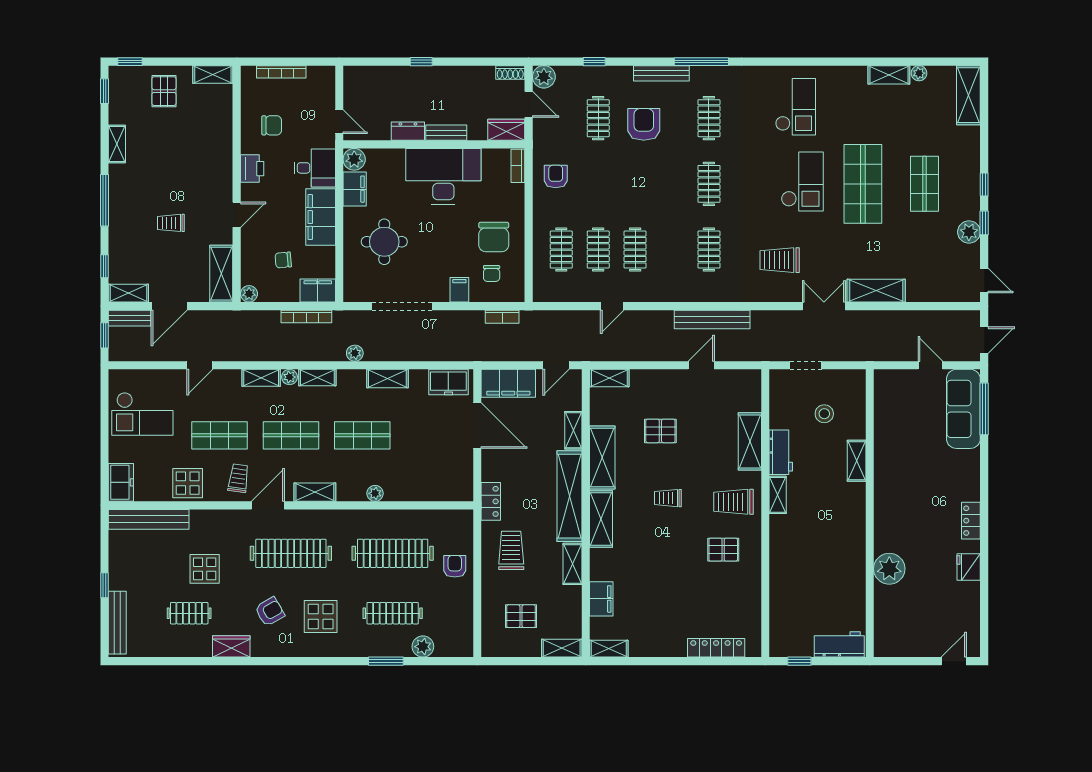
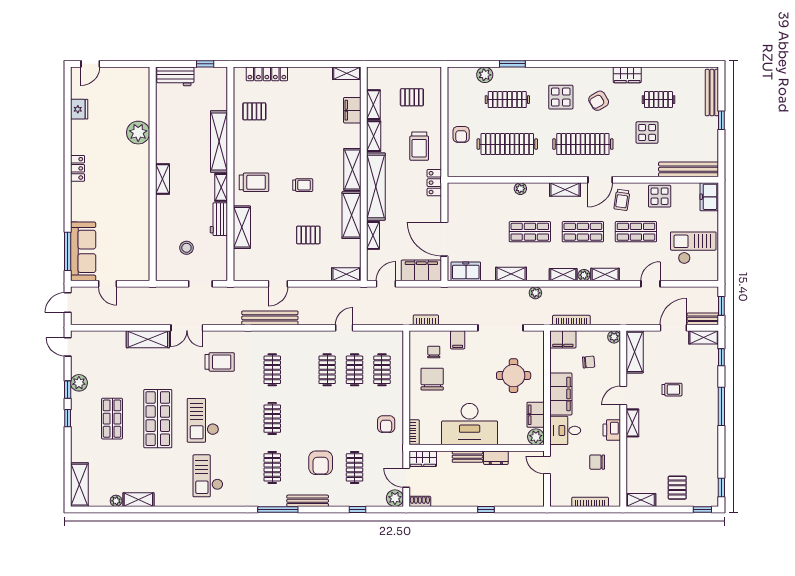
shelving: (117, 144) -> (632, 423), moved
shelving: (857, 461) -> (162, 179), moved
pallet: (723, 550) -> (254, 111), moved
shelving: (781, 557) -> (219, 141), added
fridge: (969, 567) -> (79, 109), moved
shelving: (562, 648) -> (373, 105), moved, turned 90

